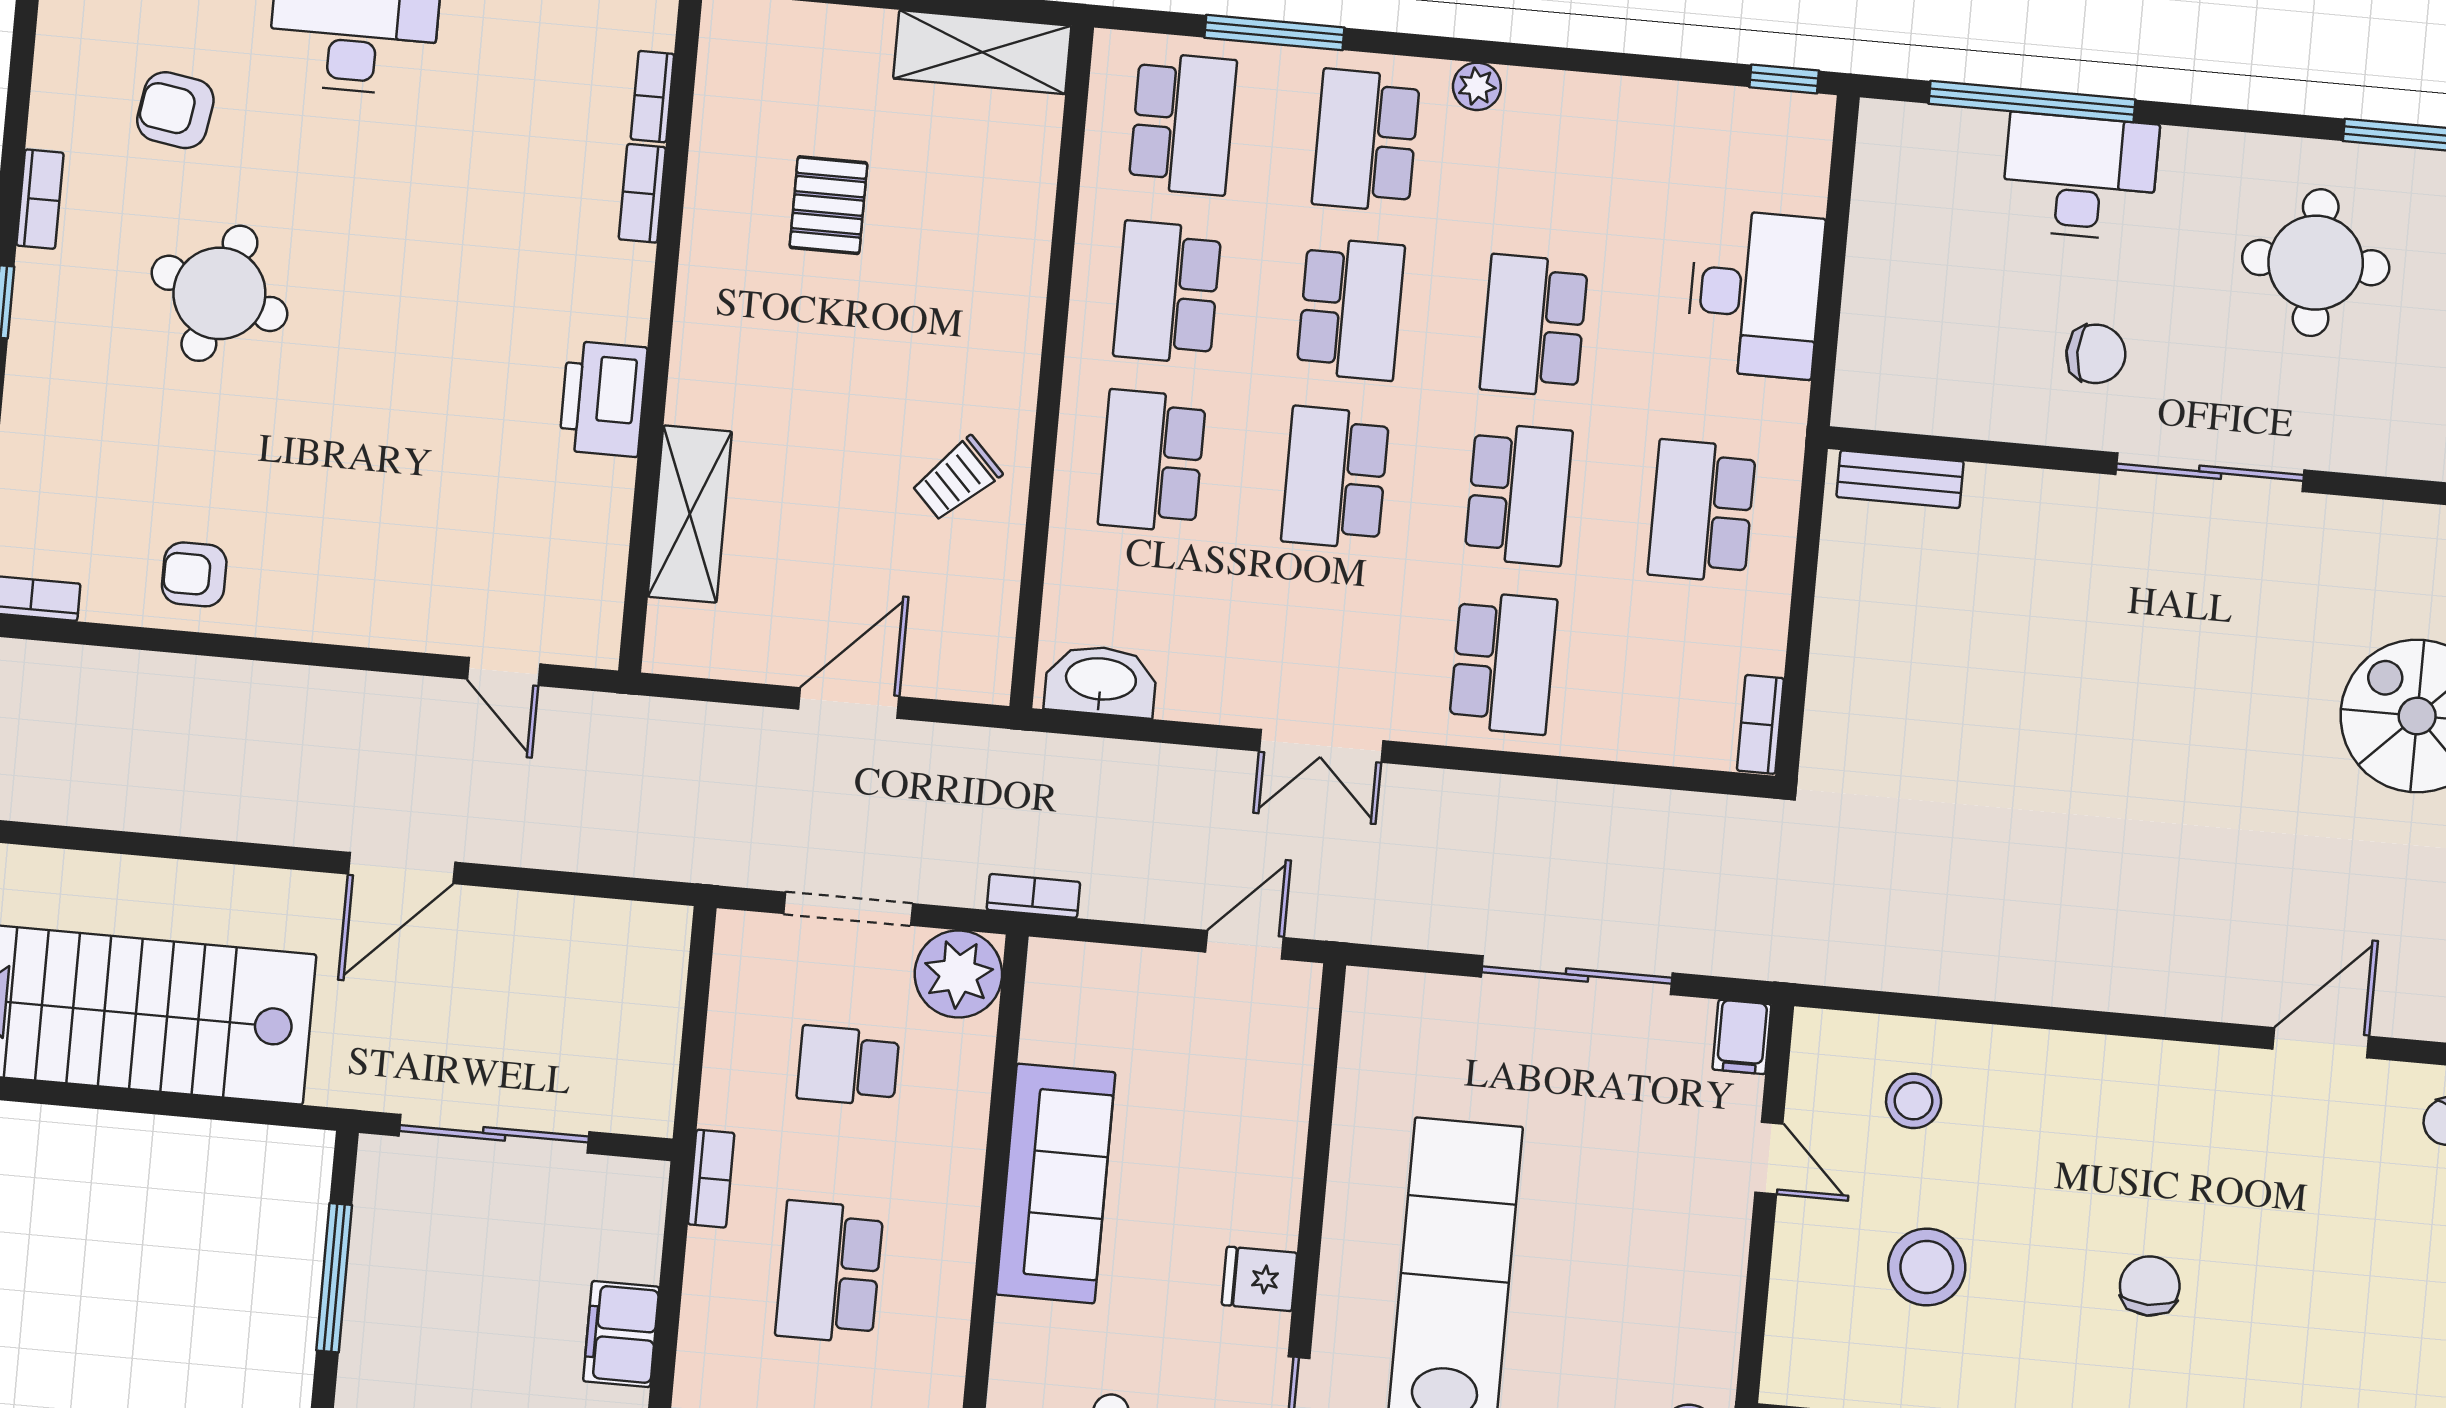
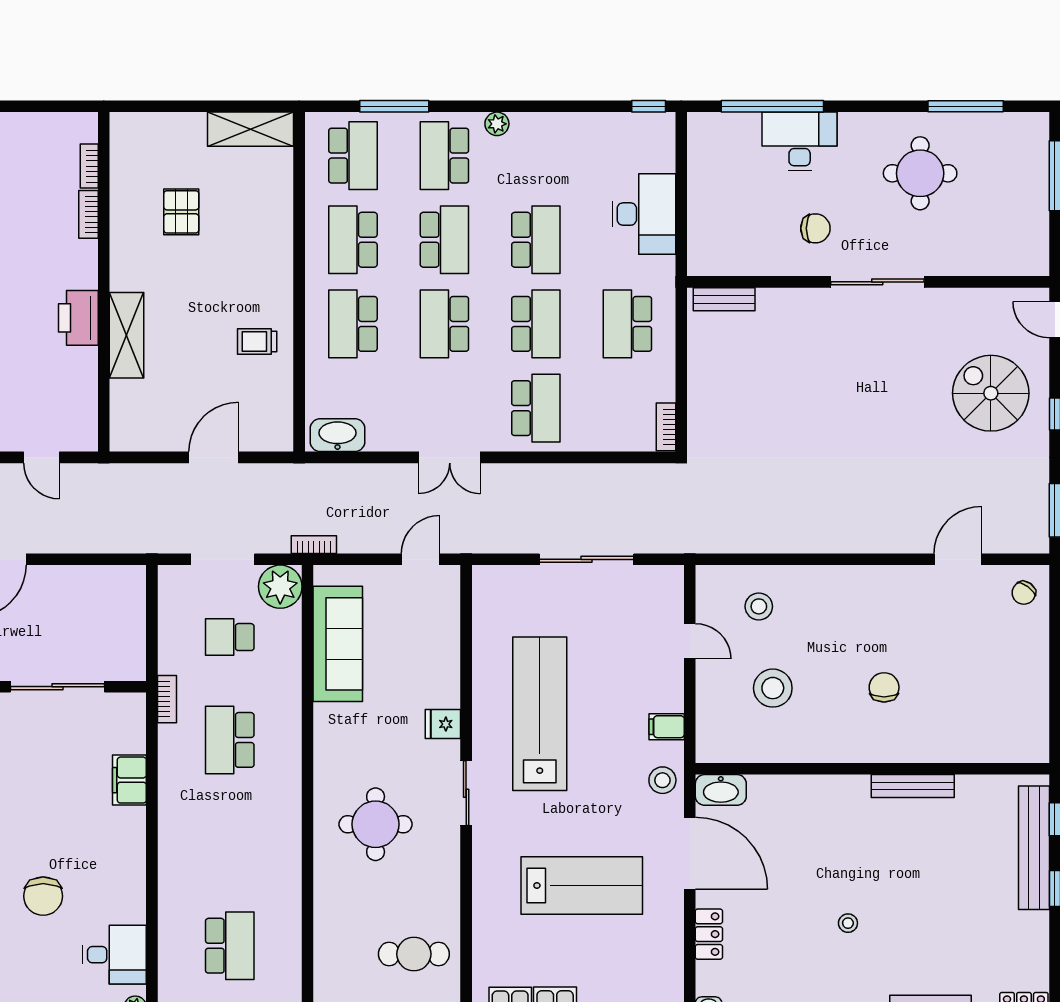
school desk: (1534, 326) -> (536, 240), turned 180
trolley: (957, 479) -> (257, 341), turned 44
shelving: (690, 514) -> (127, 335), moved
filing cabinet: (1742, 1037) -> (667, 727), moved, turned 90
sofa: (1056, 1183) -> (338, 644), moved

